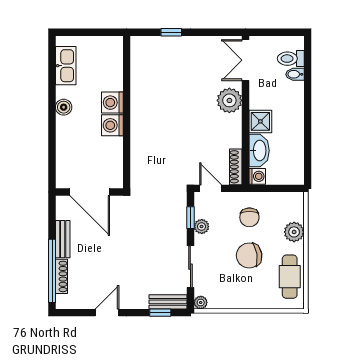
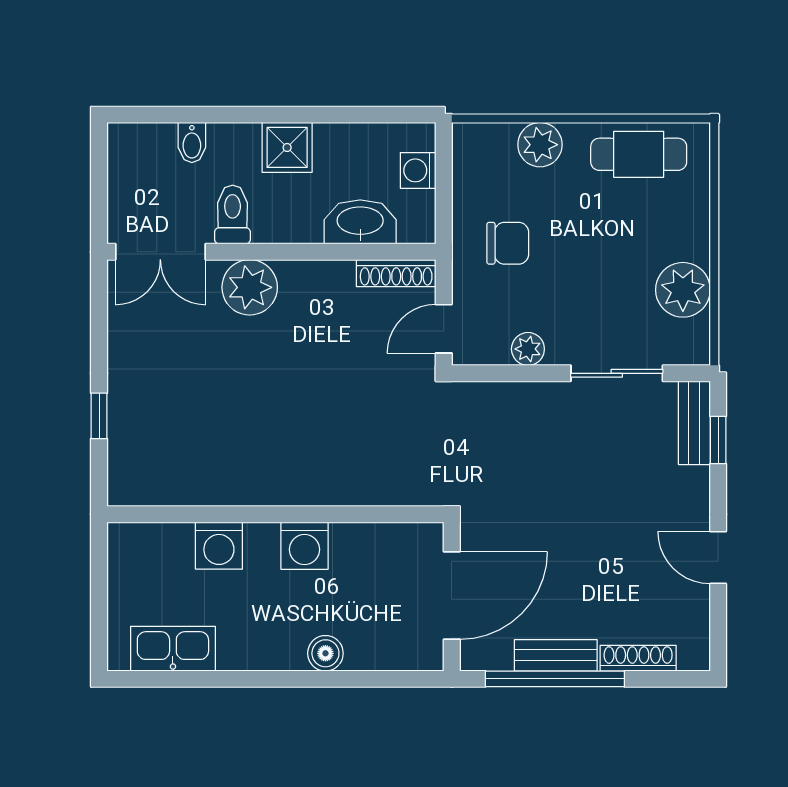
toilet: (291, 59) -> (233, 215), moved, turned 180
washing machine: (112, 103) -> (219, 546), moved
boiler: (64, 107) -> (325, 653), moved
shower: (260, 121) -> (287, 147), moved
washing machine: (257, 176) -> (418, 170), moved, turned -90
window: (190, 218) -> (508, 373), removed
chair: (249, 255) -> (592, 244), removed
window: (52, 271) -> (555, 679), moved
plant: (201, 302) -> (683, 290), moved, width x1.87, depth x1.87

